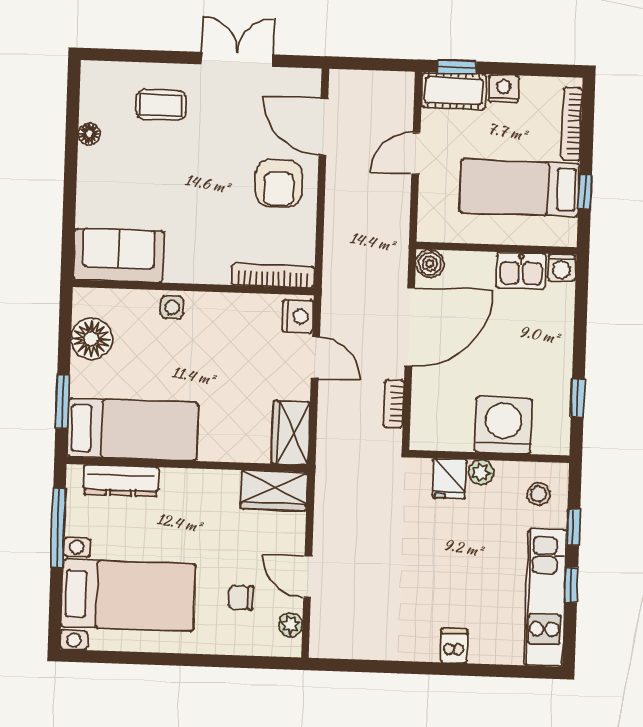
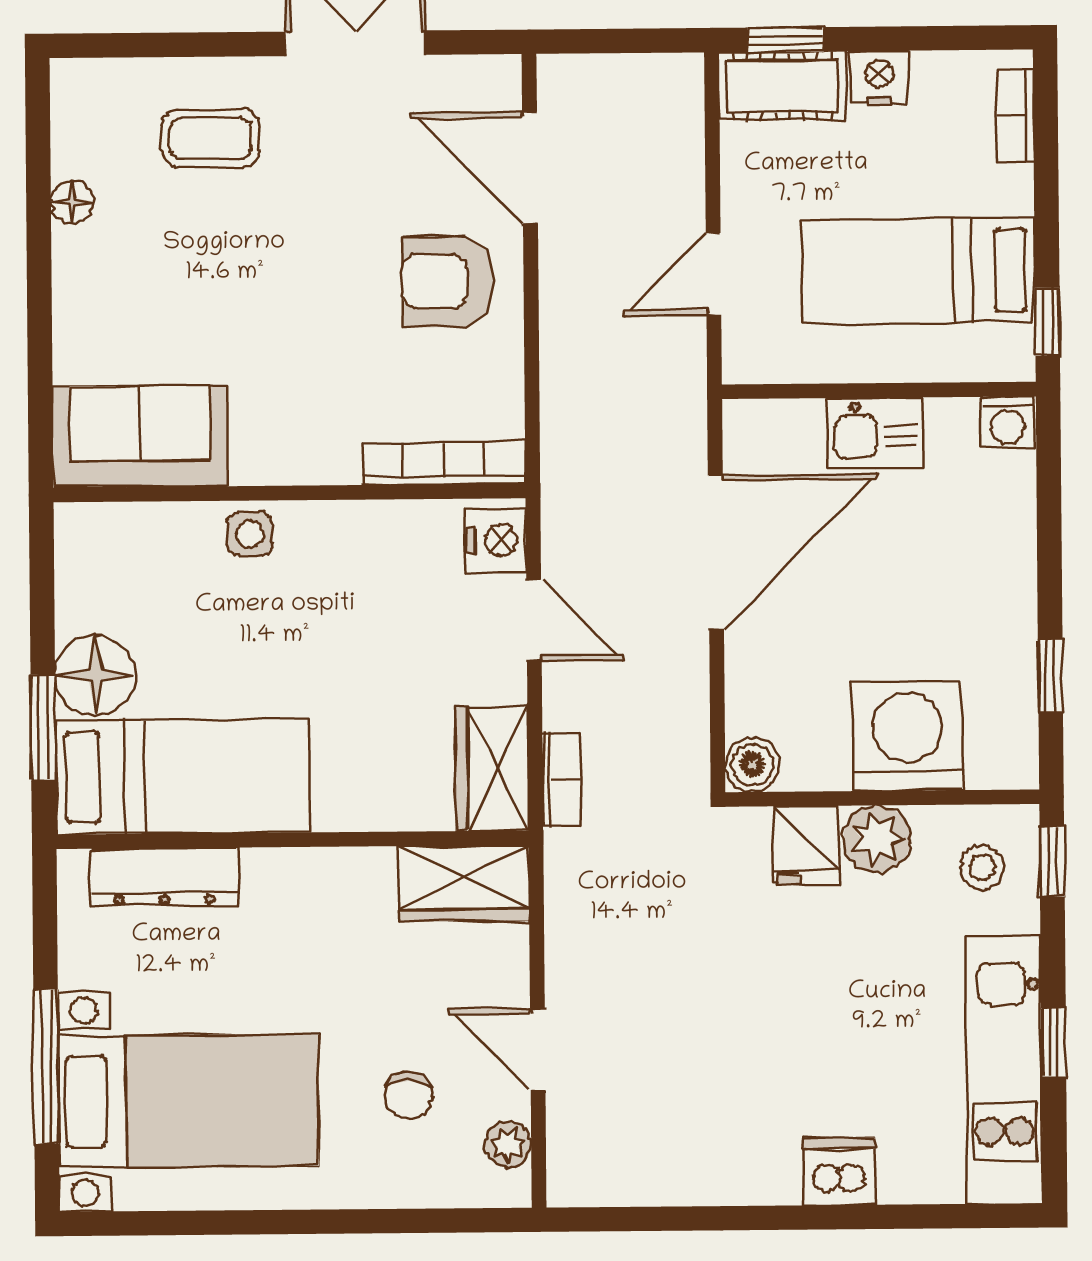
bookcase: (572, 124) -> (1015, 115), width x0.64
door: (416, 153) -> (713, 274), moved
armchair: (279, 183) -> (447, 282), turned 90
window: (585, 192) -> (1047, 322), moved
boiler: (430, 264) -> (752, 765), moved
kitchen sink: (521, 271) -> (875, 433), moved
floor lamp: (91, 339) -> (95, 675), moved
bookcase: (394, 404) -> (561, 779), moved, turned 180
plant: (481, 472) -> (877, 839), width x1.38, depth x1.38
window: (573, 527) -> (1052, 861), moved
window: (58, 528) -> (46, 1067), moved
chair: (241, 598) -> (409, 1096), turned -90
dishwasher: (454, 646) -> (839, 1171), width x1.38

